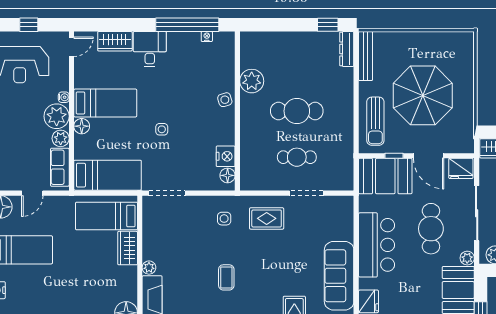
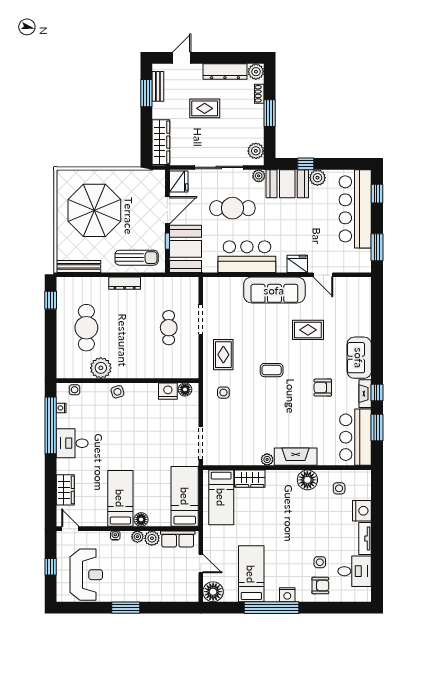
desk: (150, 49) -> (72, 443), moved
dresser: (347, 49) -> (125, 283), moved
parasol: (423, 95) -> (94, 210), moved
cafe table: (297, 111) -> (86, 328), moved
plant: (57, 116) -> (137, 537), width x0.53, depth x0.53
side table: (162, 129) -> (75, 390), moved
coffee table: (226, 277) -> (272, 370), moved

